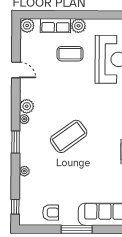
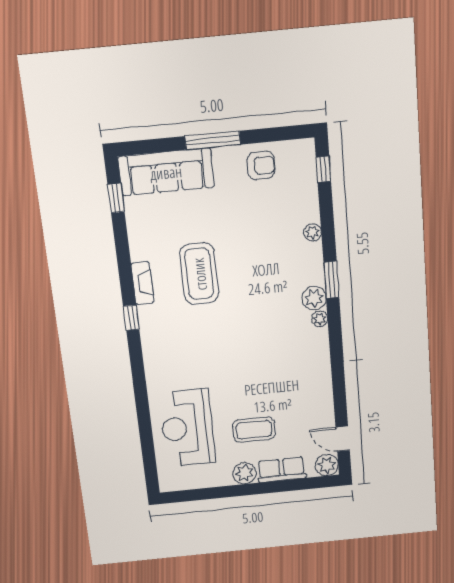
door: (16, 70) -> (343, 439), moved
plant: (27, 106) -> (314, 298), moved
coffee table: (69, 136) -> (199, 274), moved, turned -54
armchair: (51, 213) -> (261, 165), turned 180

